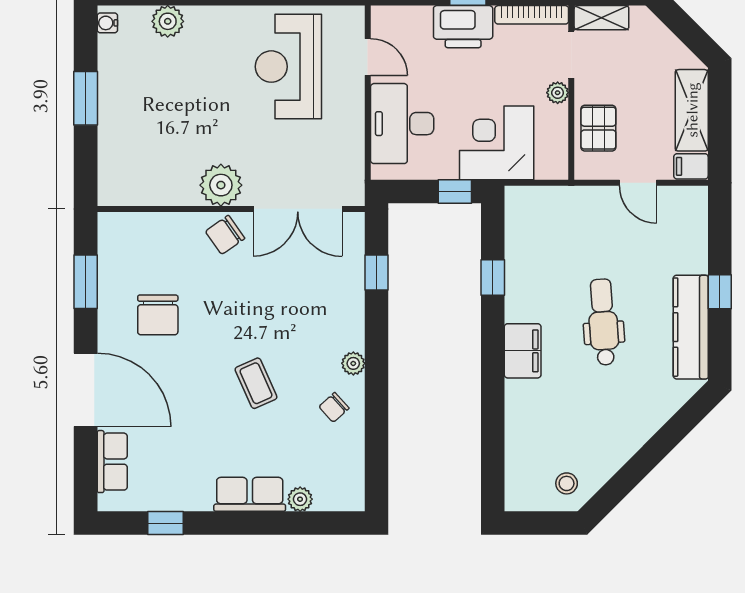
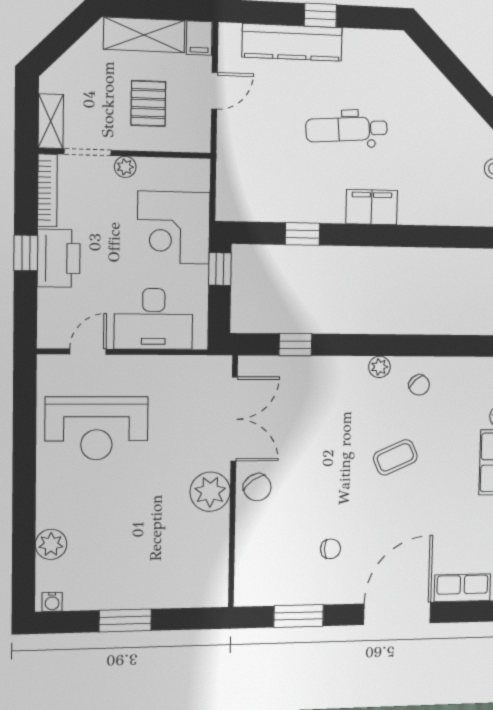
pallet: (598, 128) -> (148, 103), moved, turned 90
chair: (158, 315) -> (331, 549), width x0.54, depth x0.54
kitchen counter: (691, 327) -> (292, 42), moved

